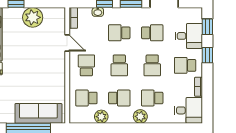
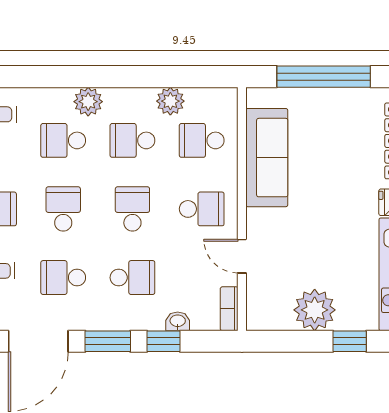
school desk: (86, 65) -> (202, 209), turned -90
school desk: (86, 98) -> (202, 140), turned 180
school desk: (152, 98) -> (63, 140), turned 180
sofa: (38, 113) -> (267, 158), moved, turned -90

